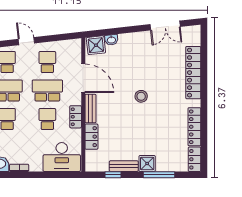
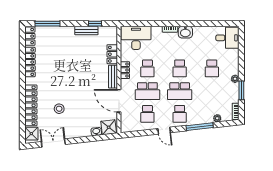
stool: (141, 96) -> (59, 109), moved
shower: (147, 164) -> (31, 134), moved
window: (159, 175) -> (48, 24), moved

